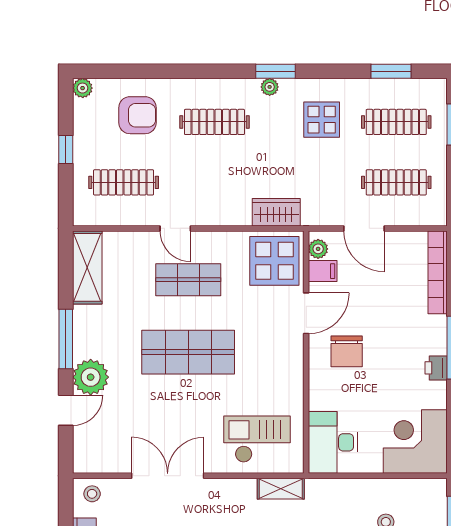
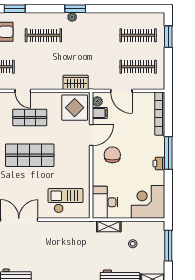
window: (391, 71) -> (15, 9), moved
display table: (322, 120) -> (99, 34), removed
chair: (347, 351) -> (112, 155), turned 180
shelving: (281, 489) -> (109, 226), moved

